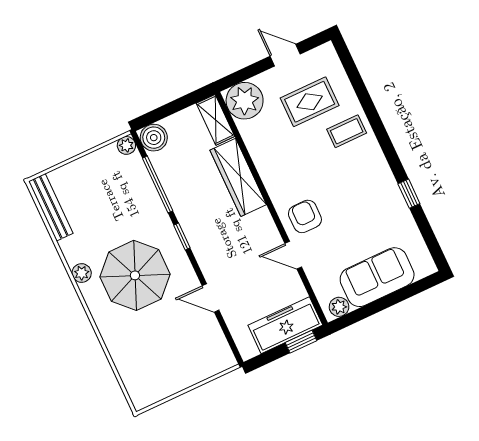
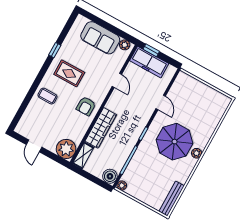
rug: (310, 102) -> (69, 73), moved
armchair: (305, 216) -> (86, 106), moved
plant: (82, 273) -> (197, 153), moved

